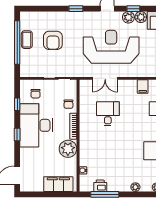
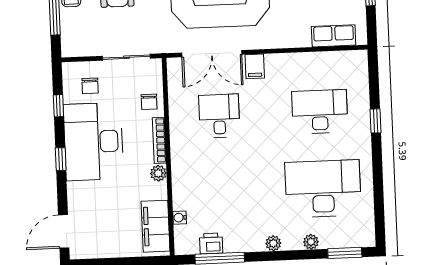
double door: (105, 78) -> (212, 54), width x1.37
filing cabinet: (143, 87) -> (255, 66), moved
plant: (68, 149) -> (158, 173), width x0.53, depth x0.53
filing cabinet: (58, 184) -> (155, 226), moved, turned -90

